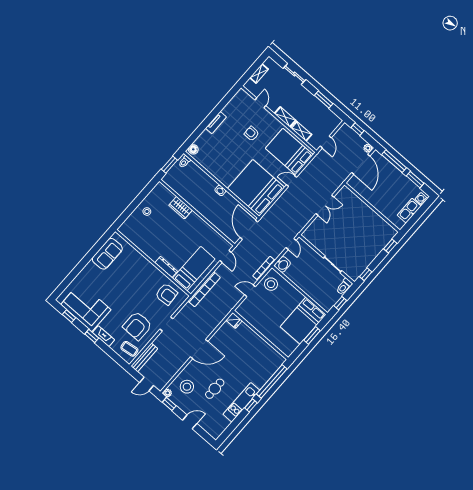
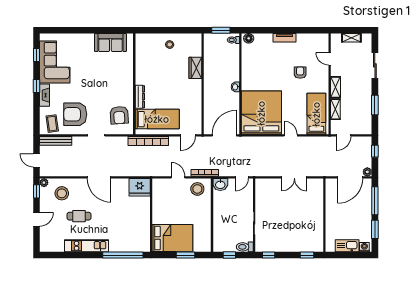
door: (260, 103) -> (330, 59), swing flipped
bed: (289, 152) -> (316, 114), width x0.67
fridge: (234, 320) -> (140, 187), width x1.88, depth x1.34
bed: (303, 321) -> (172, 238), moved, turned 180
window: (251, 405) -> (90, 255), removed
door: (190, 422) -> (37, 219), hinge flipped

